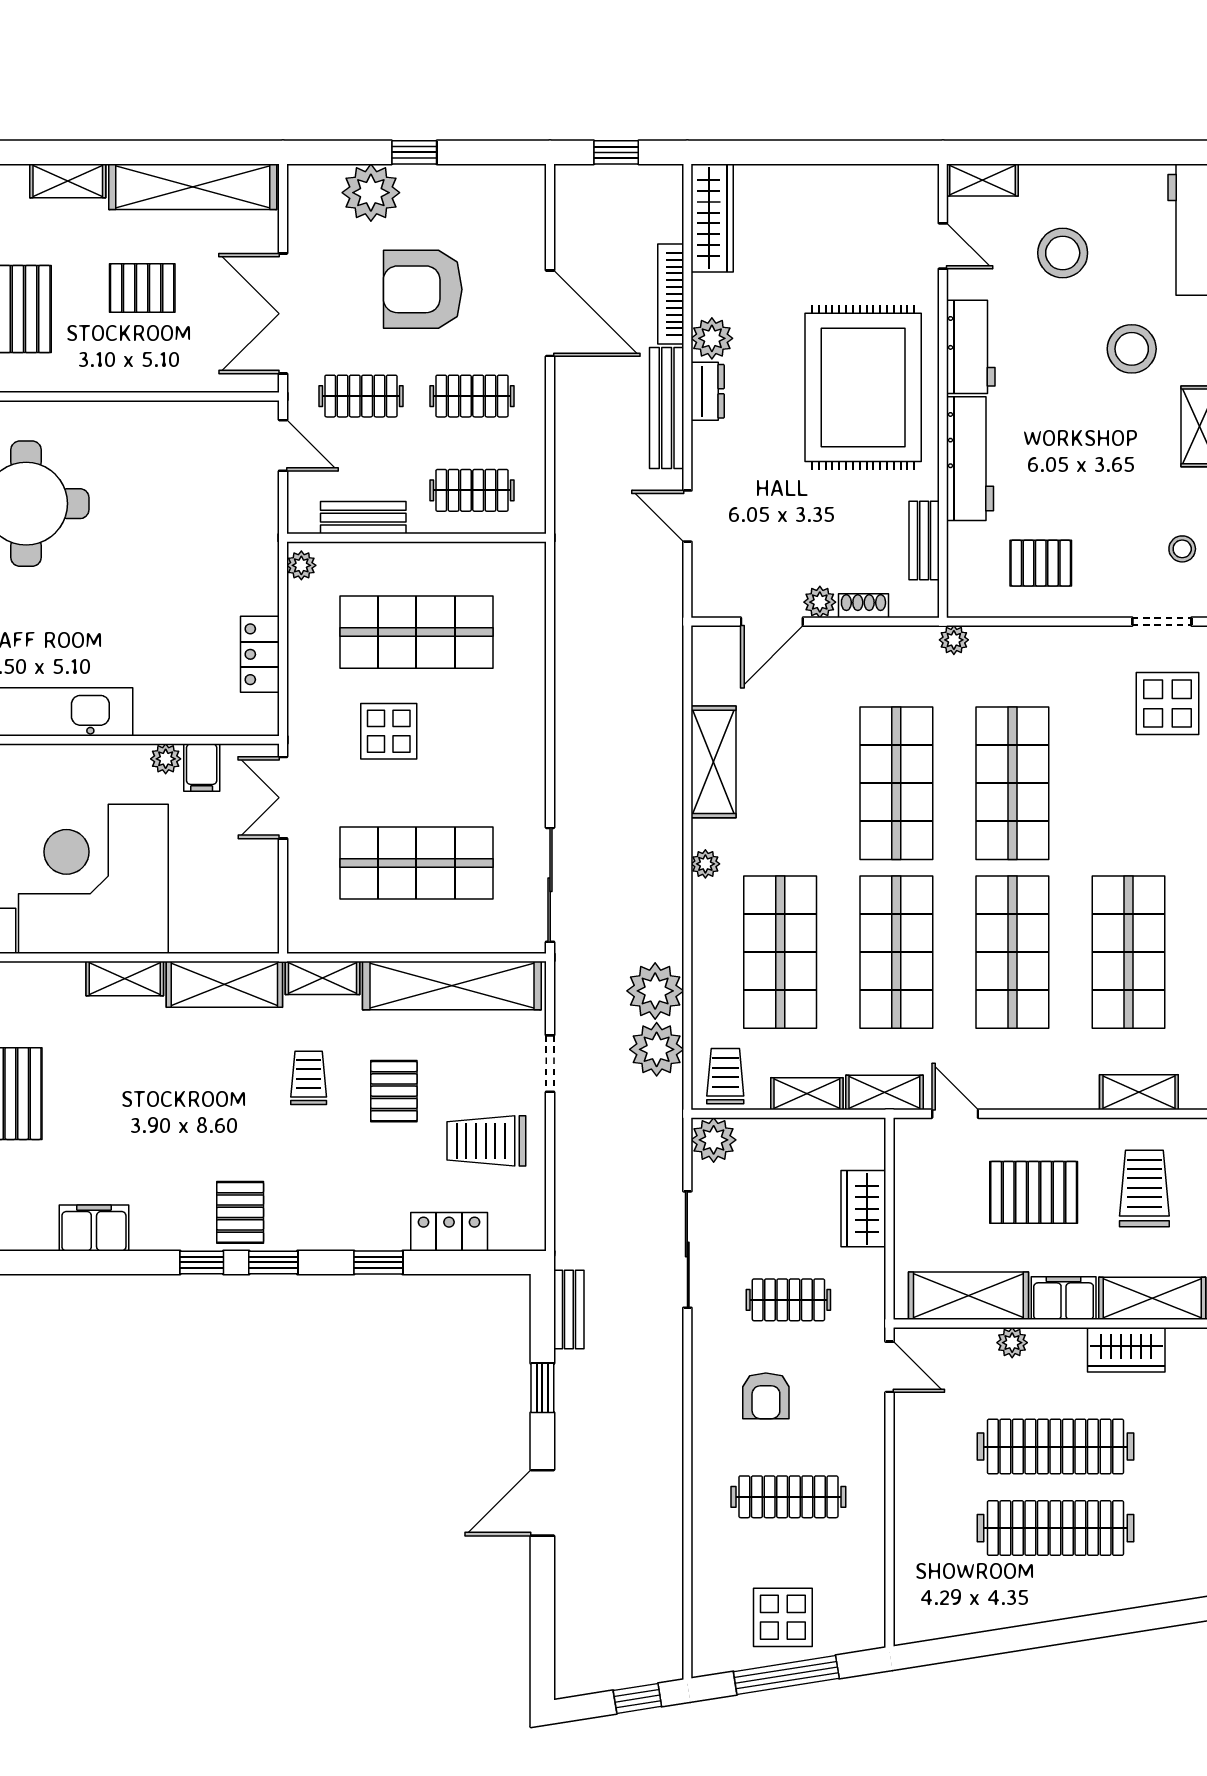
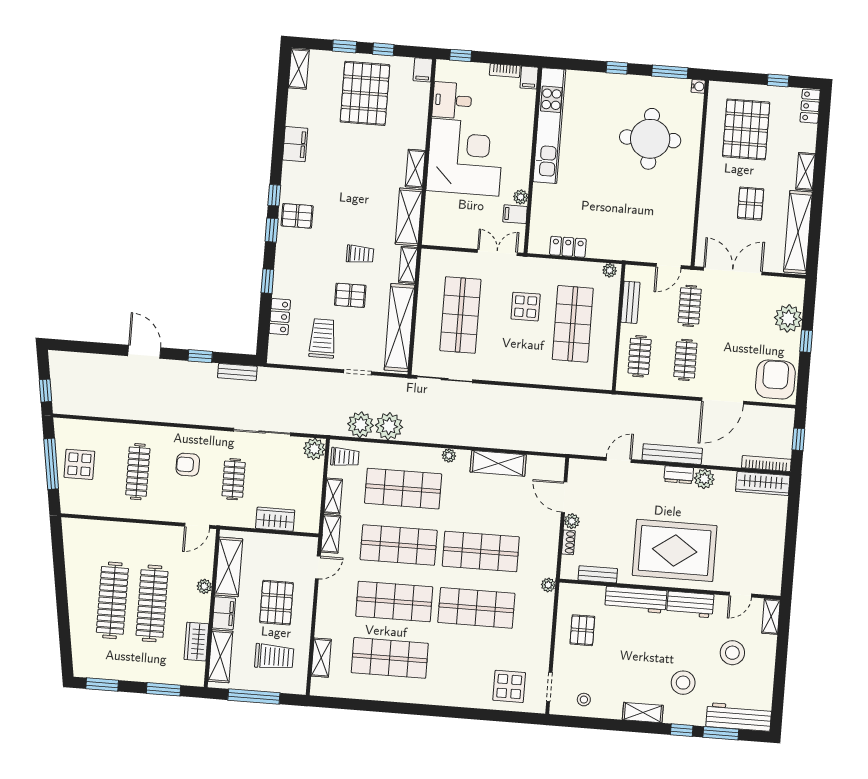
armchair: (423, 289) -> (775, 379), moved
bookcase: (671, 294) -> (766, 464), moved

